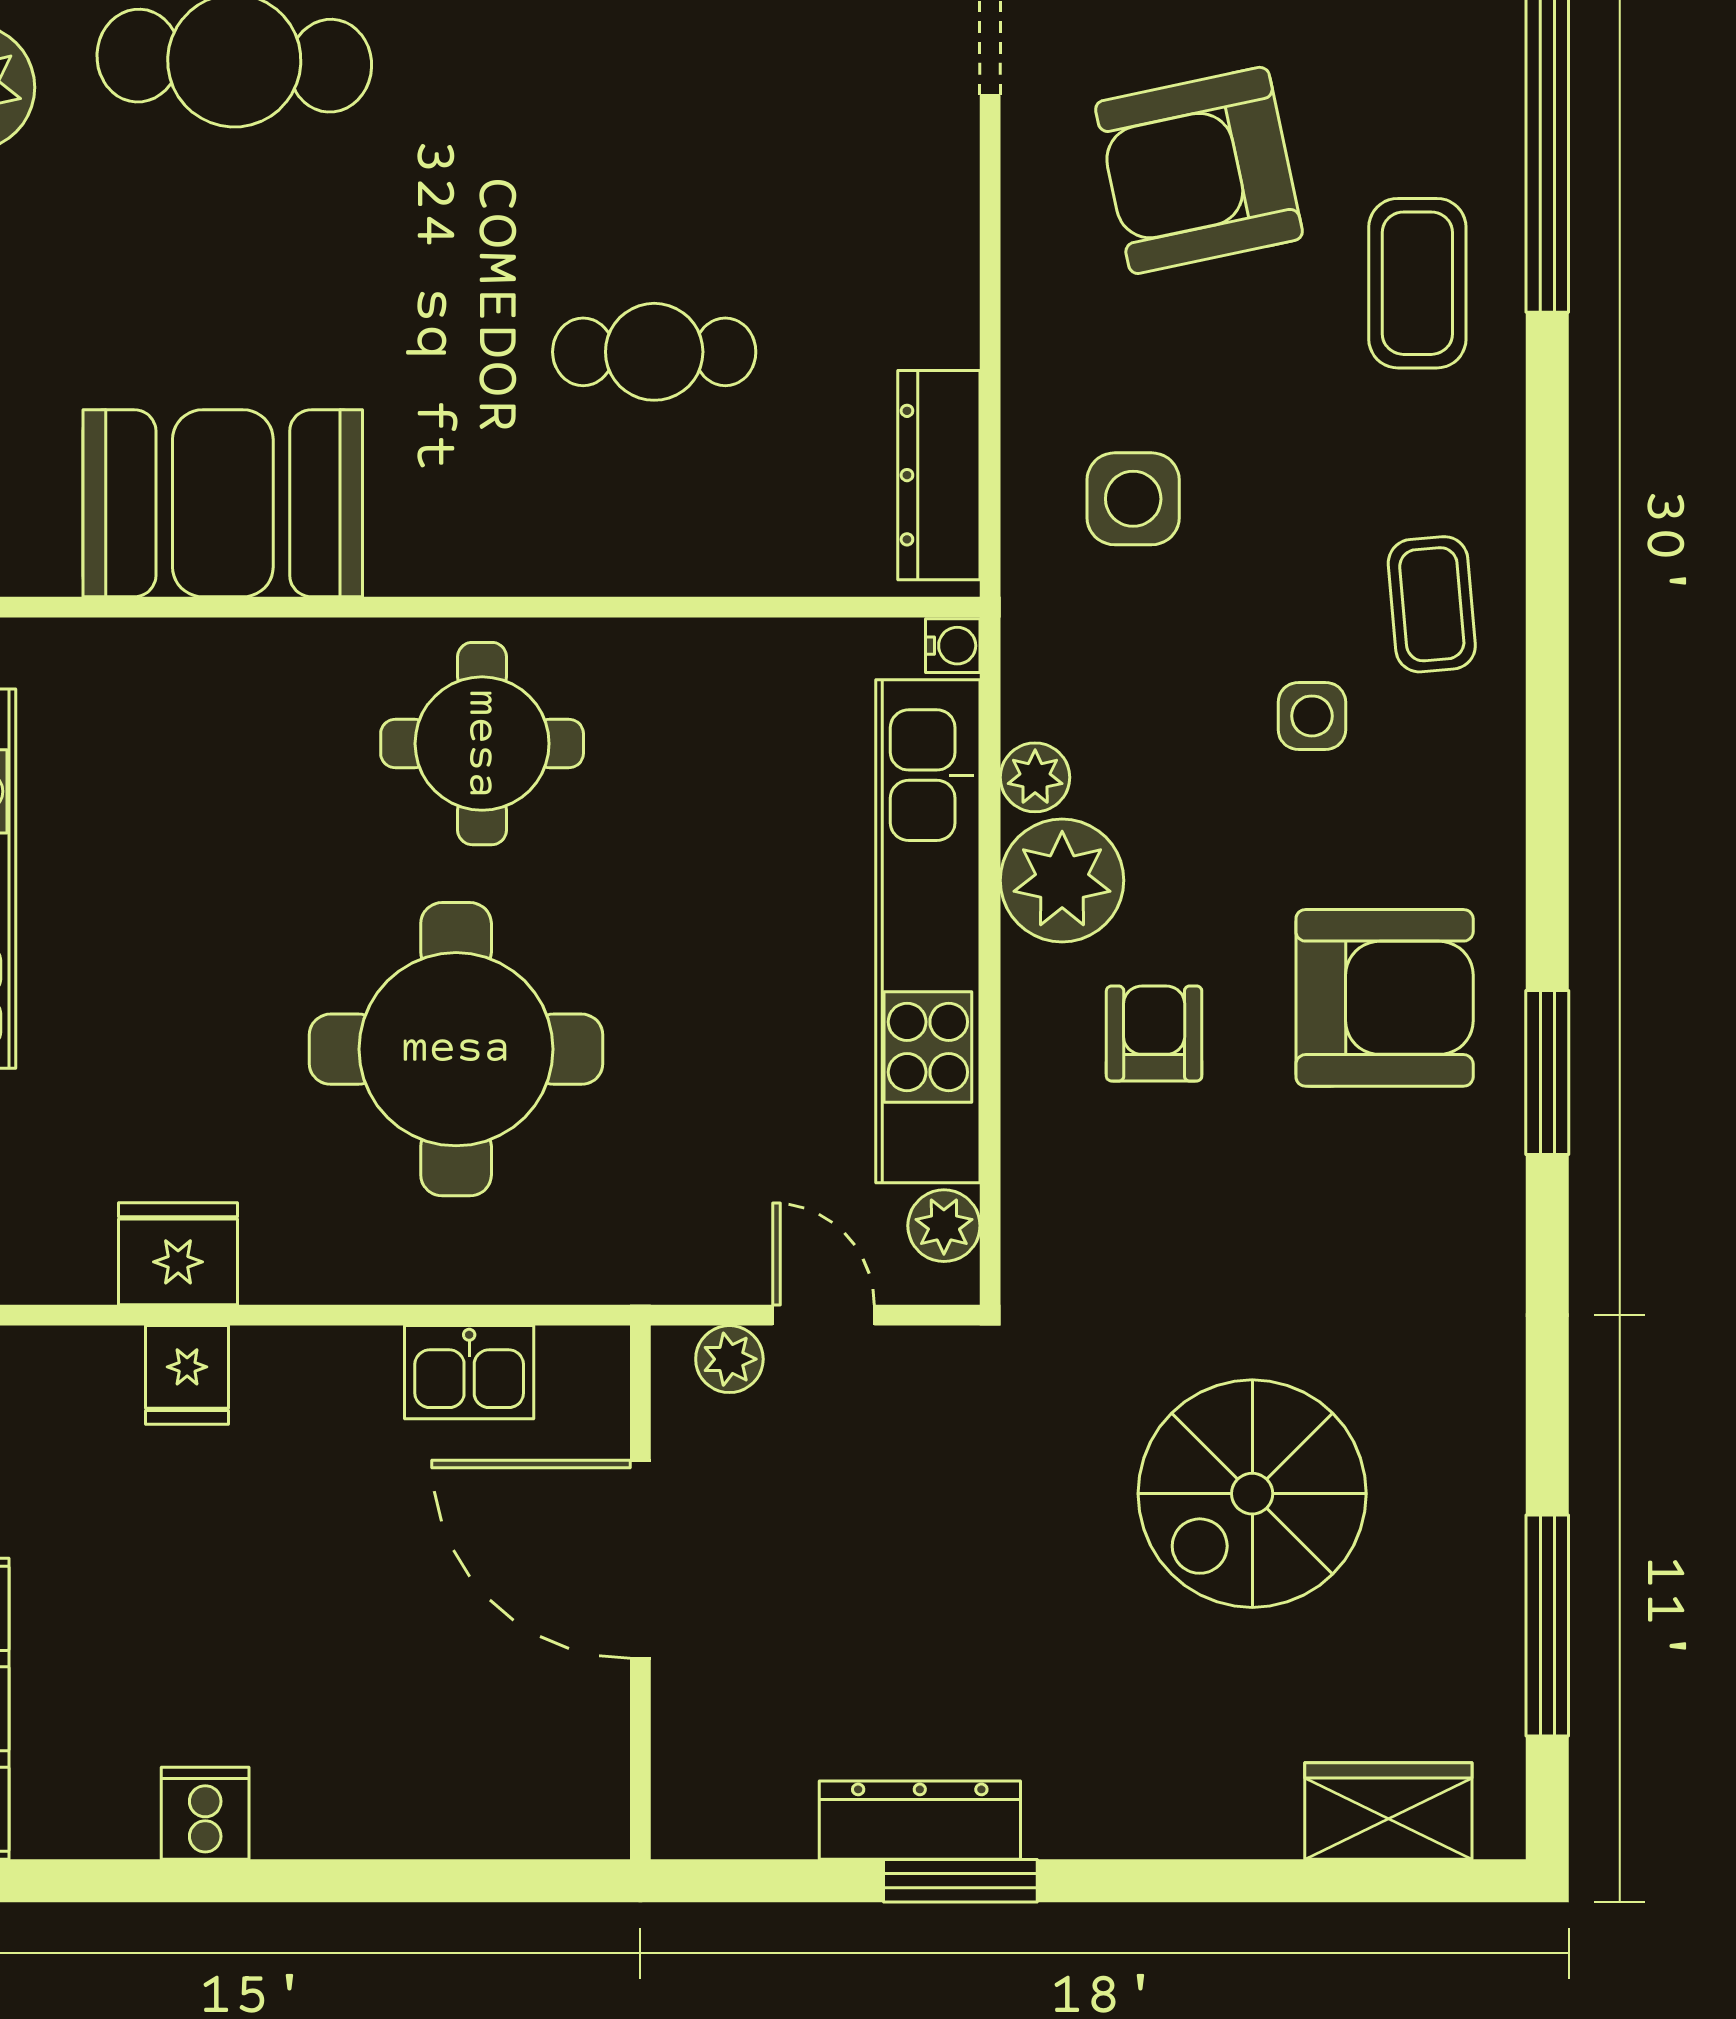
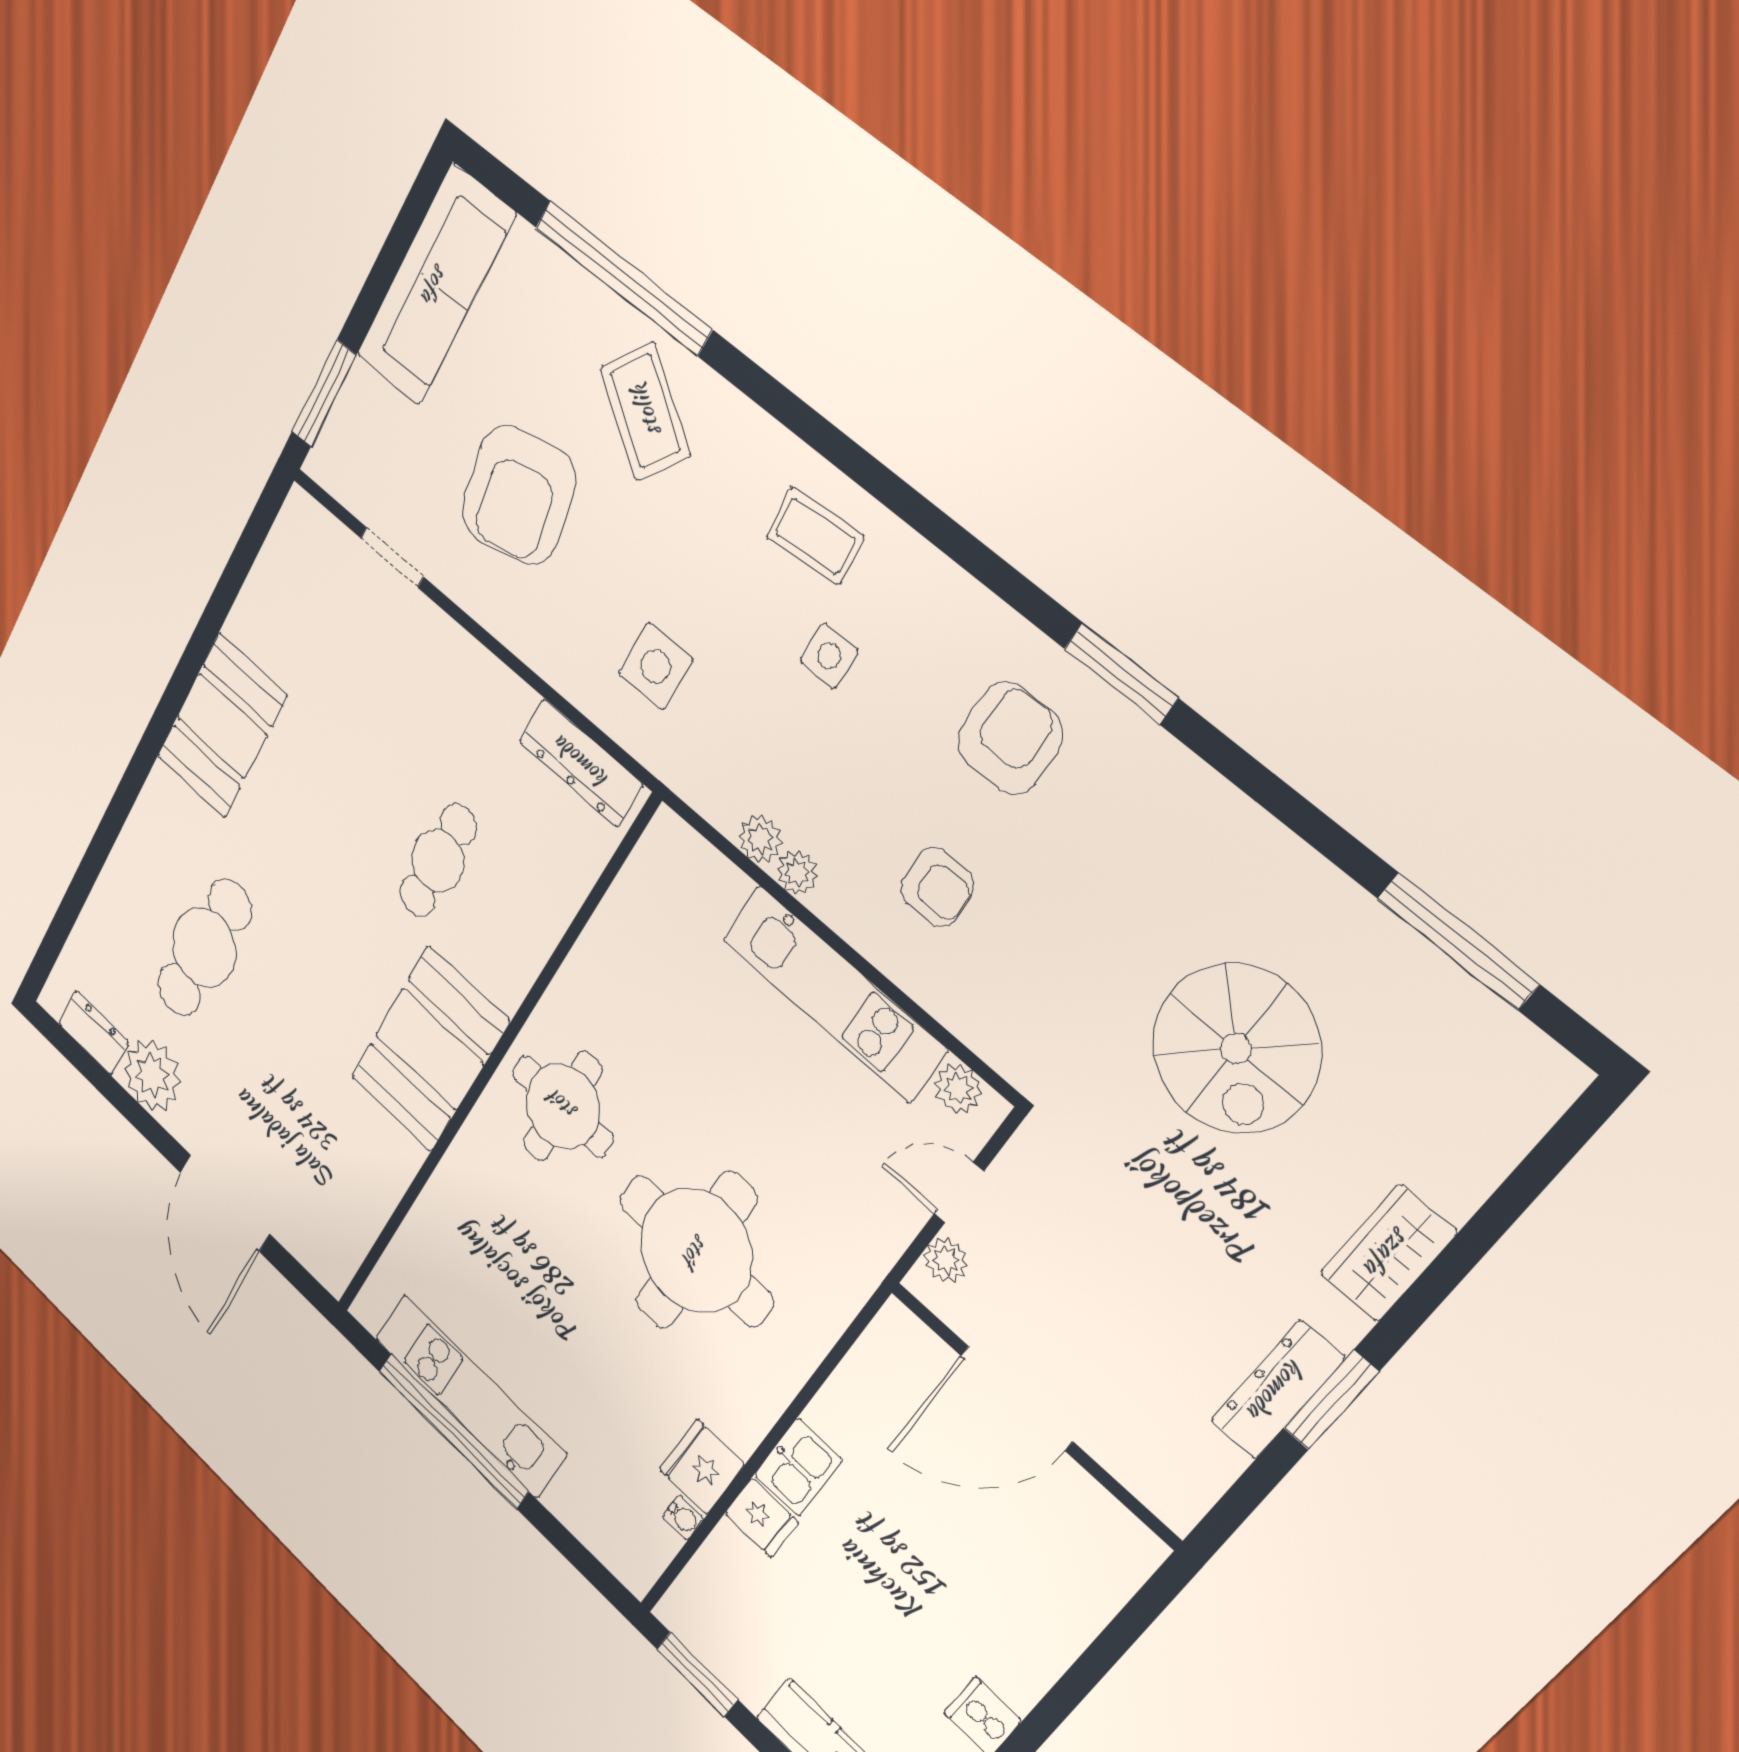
coffee table: (1417, 283) -> (645, 411), turned 35
booth: (223, 503) -> (429, 1049), moved
water cooler: (953, 646) -> (683, 1518), moved, turned 90
plant: (1062, 880) -> (797, 872), width x0.53, depth x0.53
kitchen unit: (928, 931) -> (834, 994), width x0.73
armchair: (1385, 998) -> (1010, 738), width x0.73, depth x0.73
armchair: (1154, 1034) -> (937, 887), turned 180
kitchen sink: (469, 1372) -> (798, 1467), moved
wardrobe: (1388, 1811) -> (1388, 1253), moved

